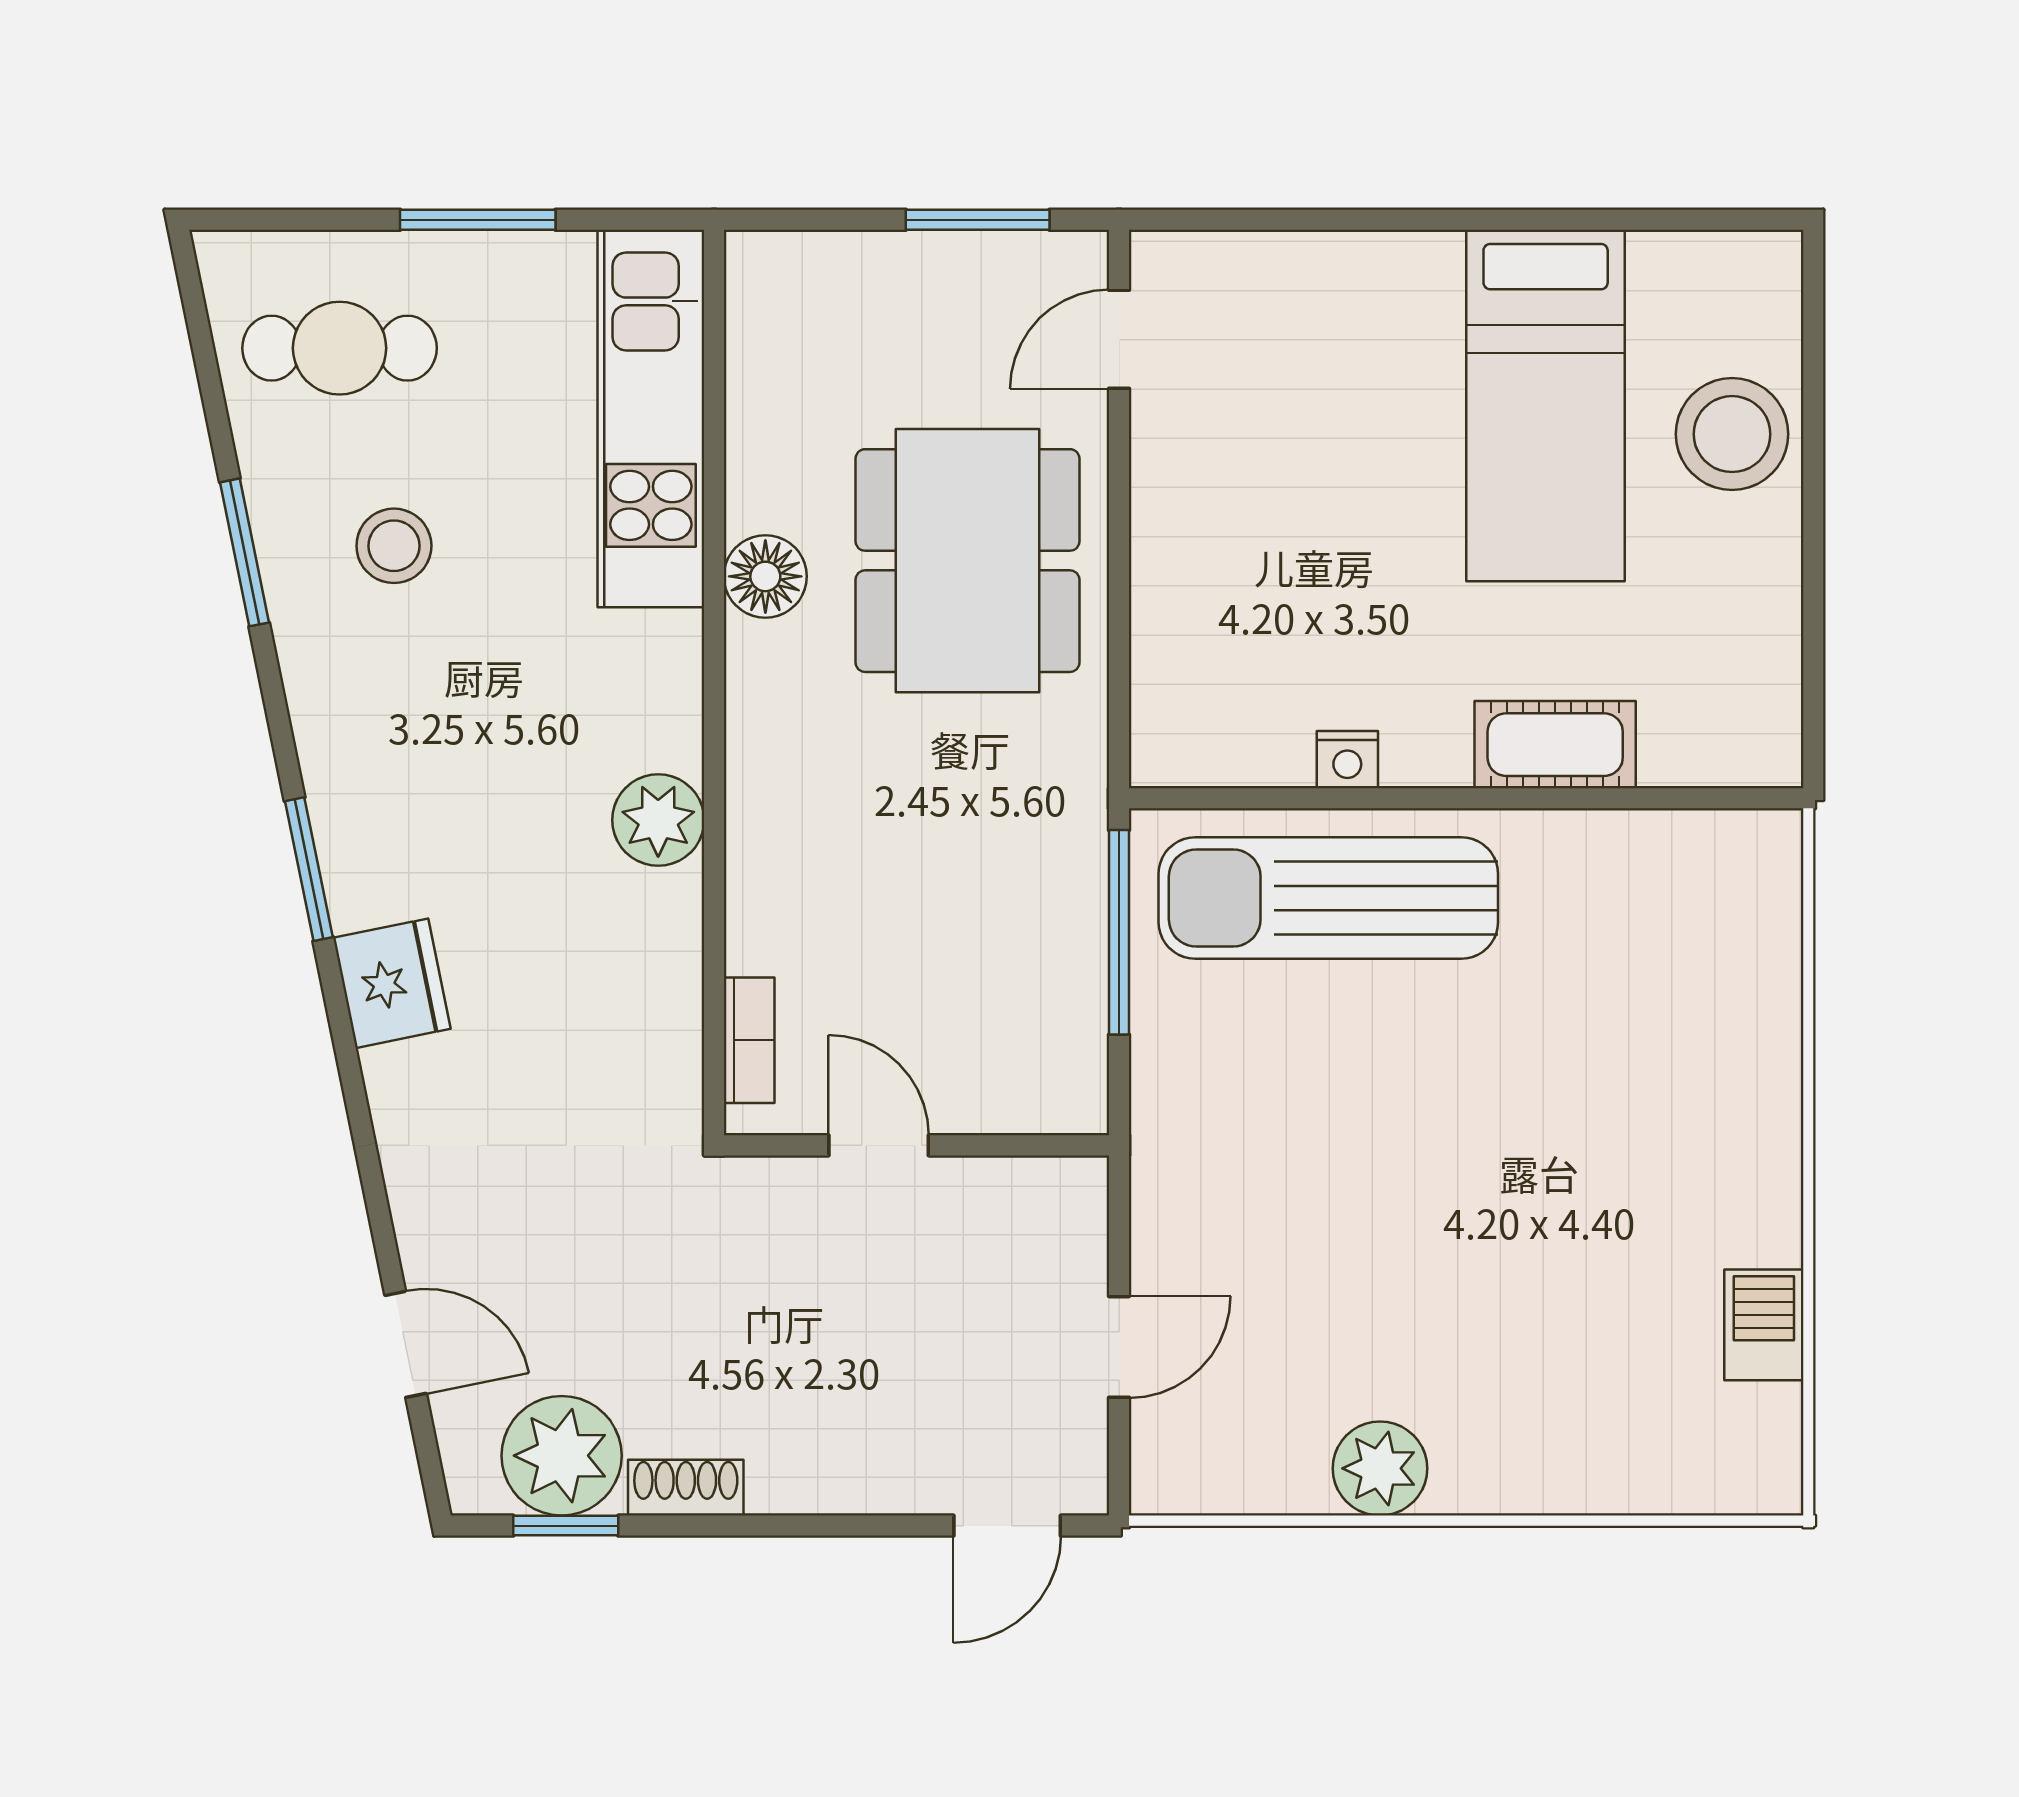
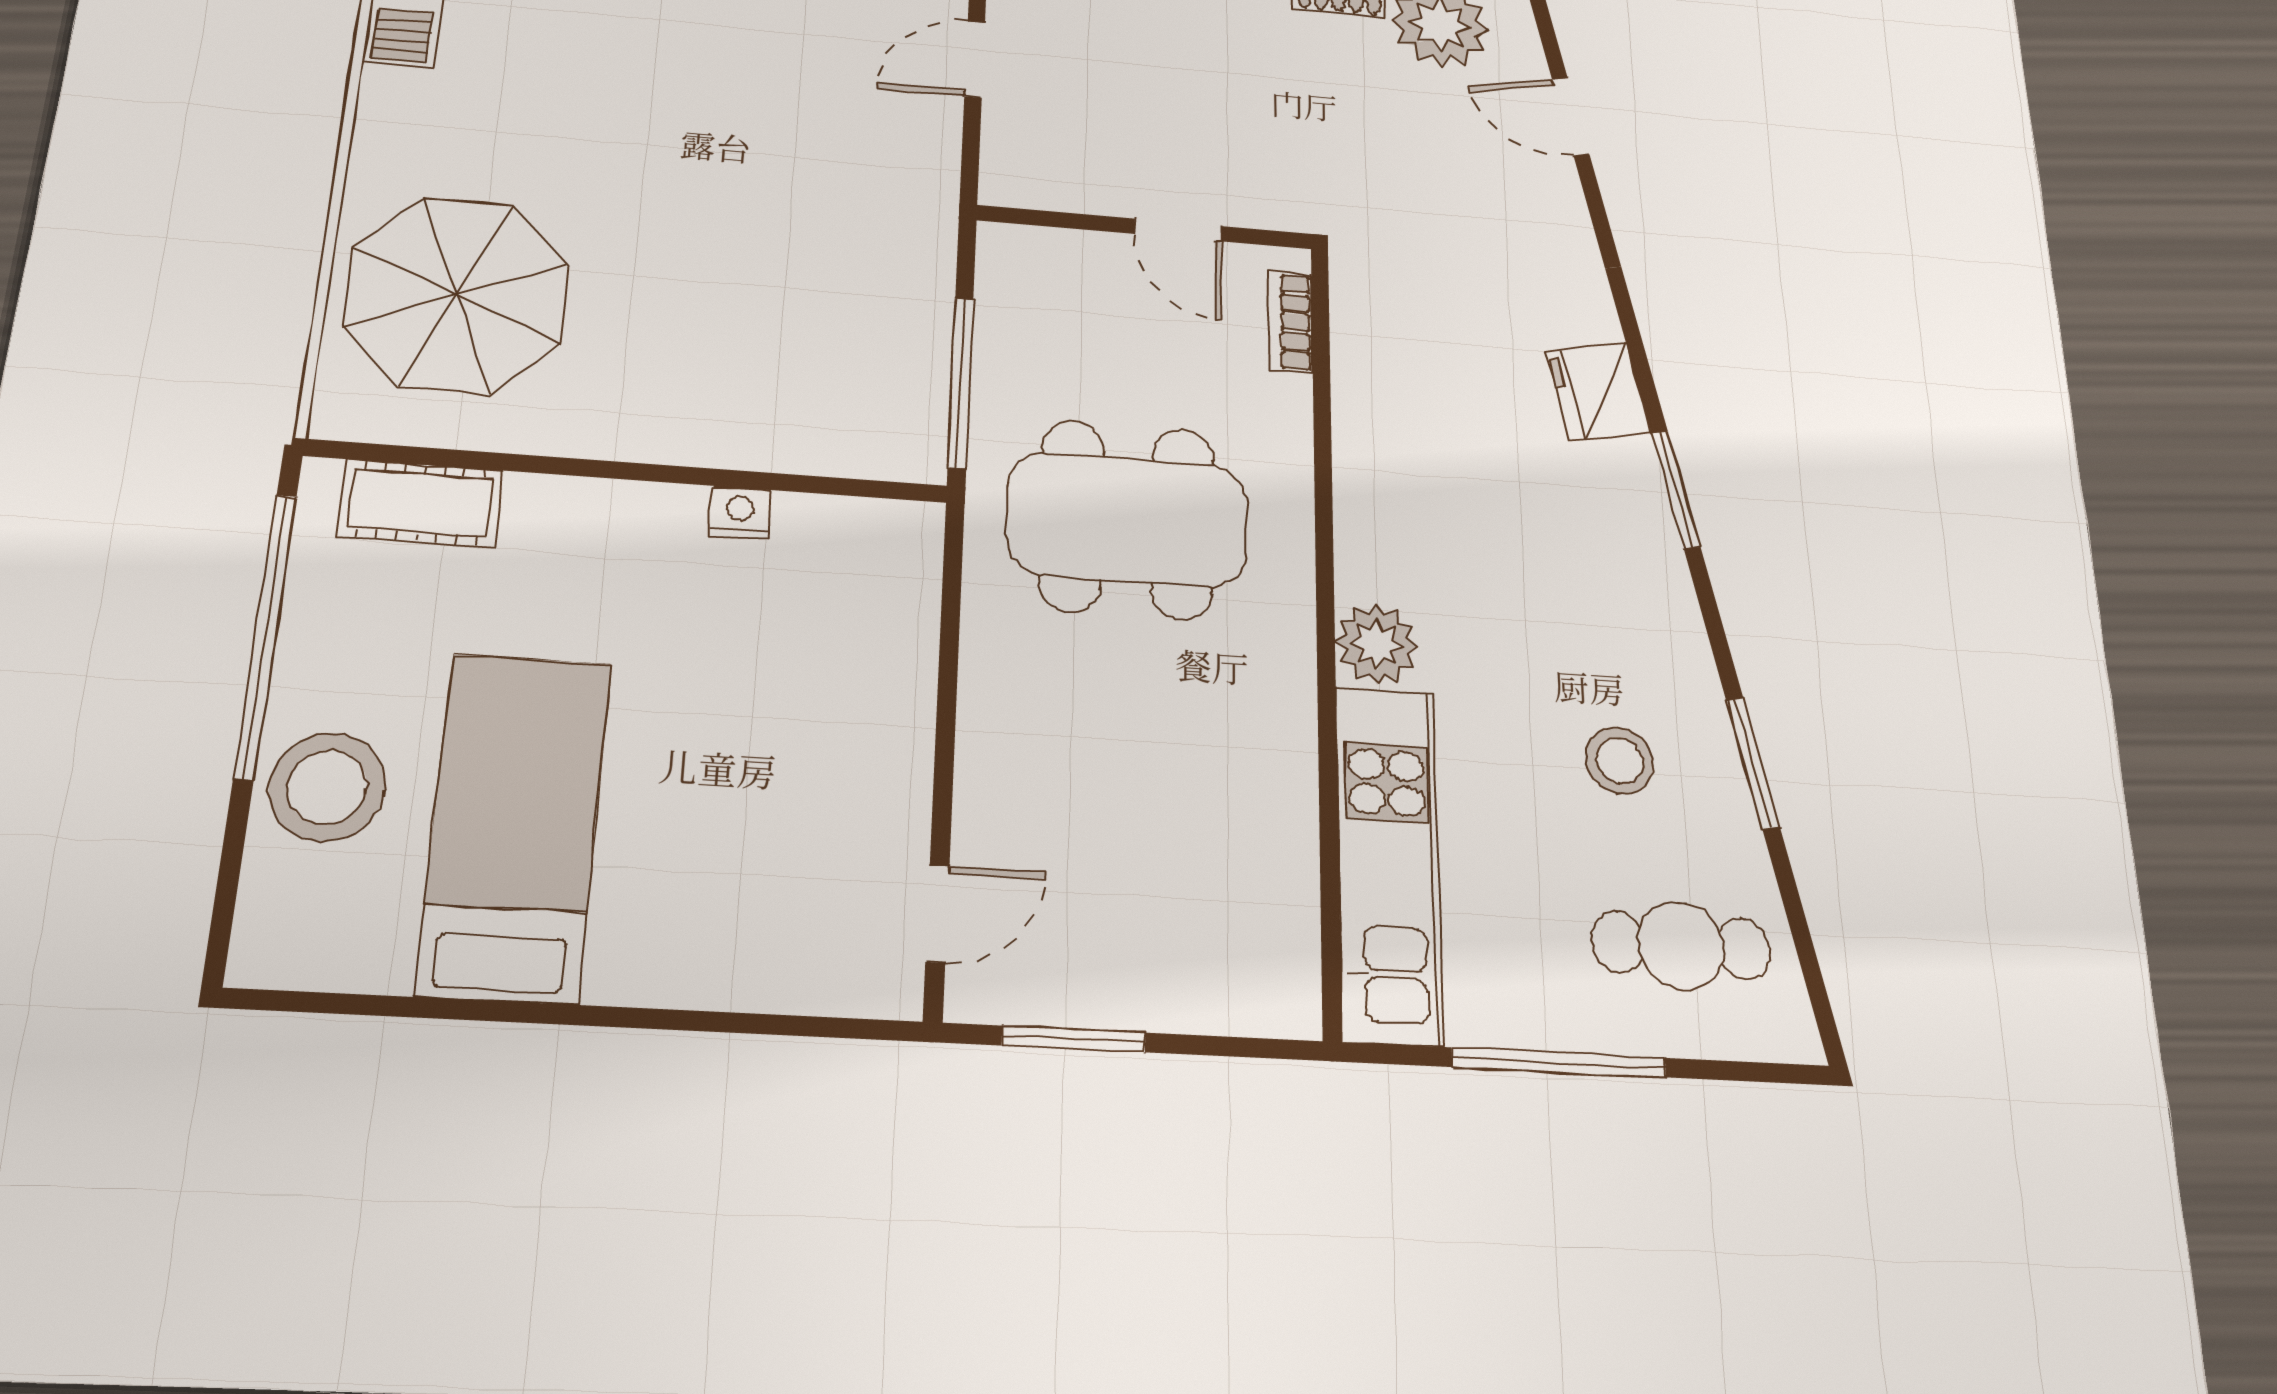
window: (478, 220) -> (1559, 1062), width x1.44
dining table: (968, 561) -> (1127, 519), moved, turned 90
floor lamp: (765, 576) -> (1280, 712), removed
window: (1813, 589) -> (265, 635), added
cot: (1555, 745) -> (421, 503), moved
plant: (658, 820) -> (1377, 644), moved
sun lounger: (1328, 898) -> (767, 396), removed
parasol: (1668, 990) -> (456, 295), added

